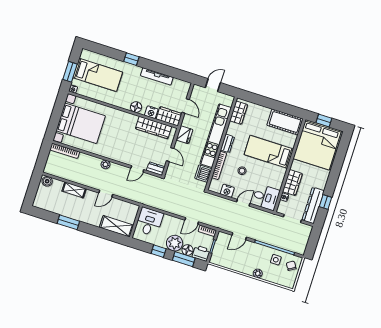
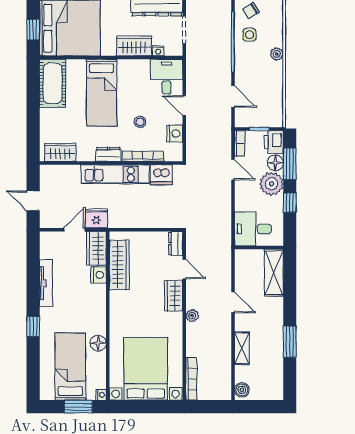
floor lamp: (136, 107) -> (98, 343), moved
fridge: (184, 135) -> (96, 218), moved
kitchen unit: (216, 136) -> (115, 174), width x0.73
door: (170, 155) -> (149, 230), removed
wardrobe: (122, 156) -> (174, 296), added

